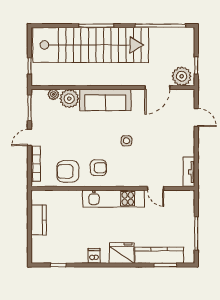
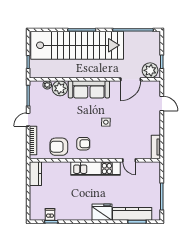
kitchen counter: (39, 220) -> (35, 174), moved
dishwasher: (94, 256) -> (50, 214), moved

